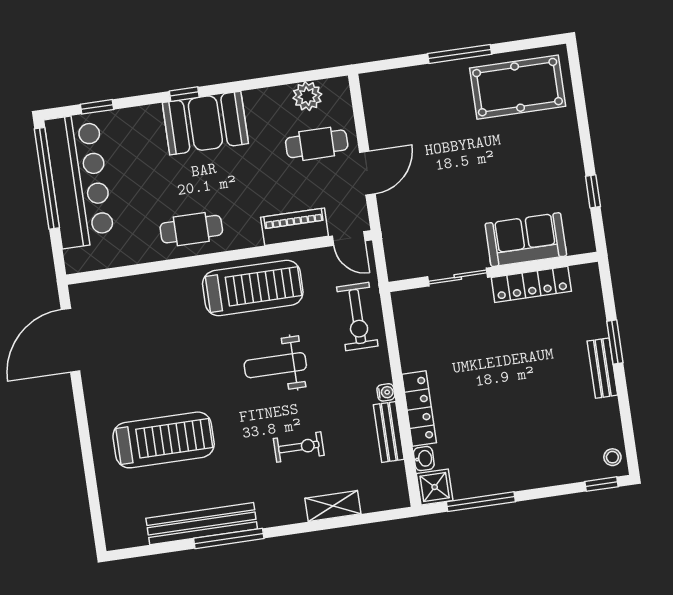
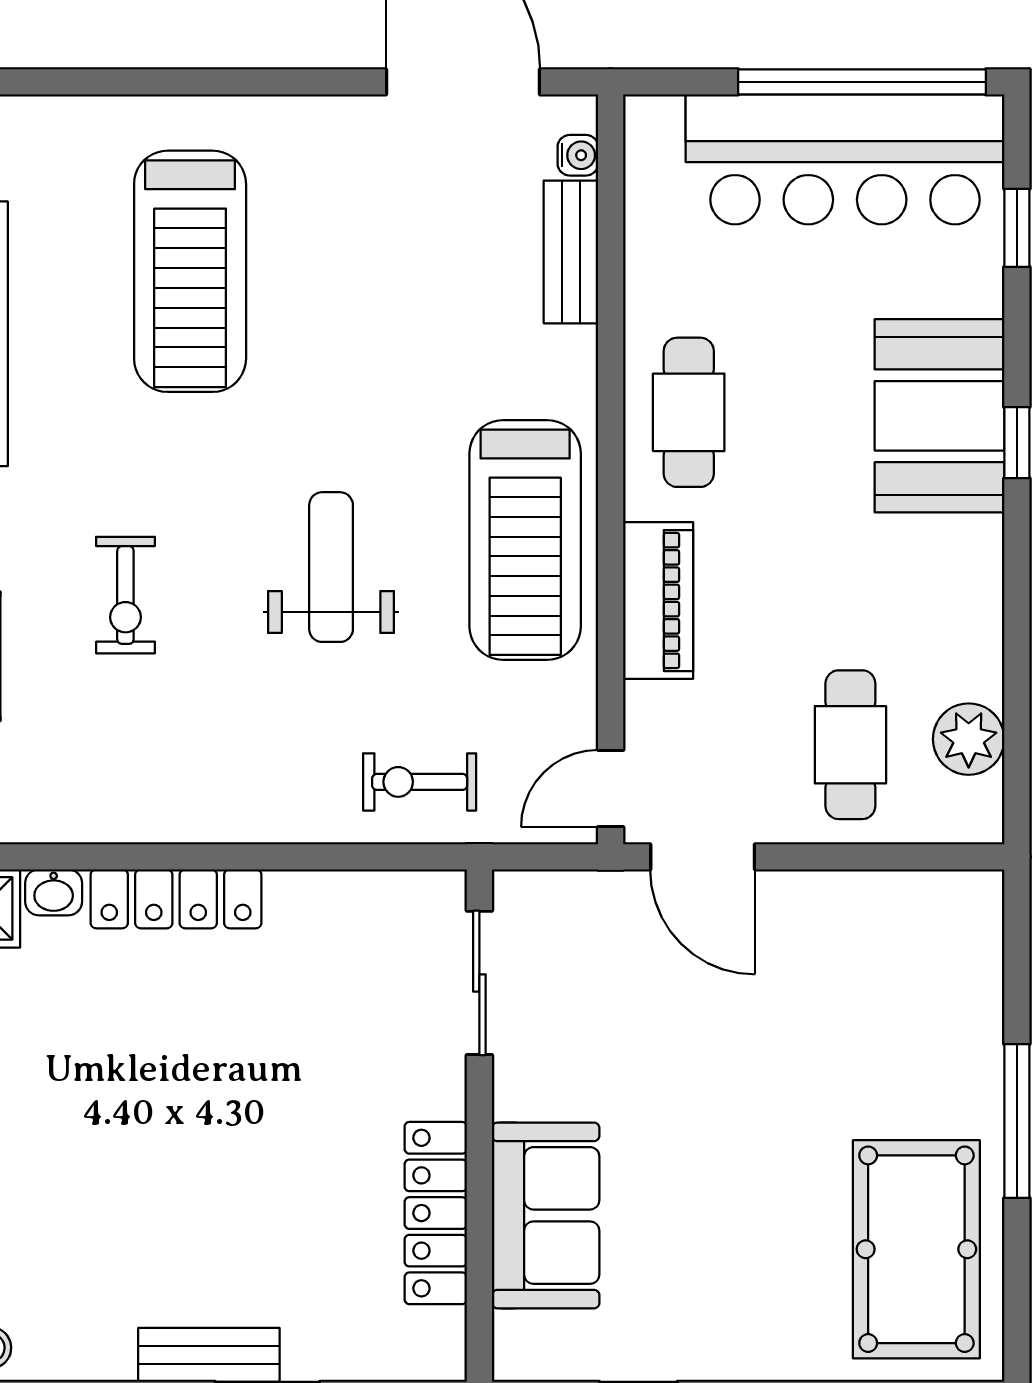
booth: (205, 123) -> (940, 416), moved
door: (367, 173) -> (703, 857), moved
piano: (295, 227) -> (658, 601), moved
sliding door: (458, 277) -> (479, 983), moved
exercise bike: (357, 316) -> (420, 782), width x0.73, depth x0.72
water cooler: (386, 392) -> (578, 155), moved, turned -90
bench: (389, 432) -> (571, 252), moved, turned 90

